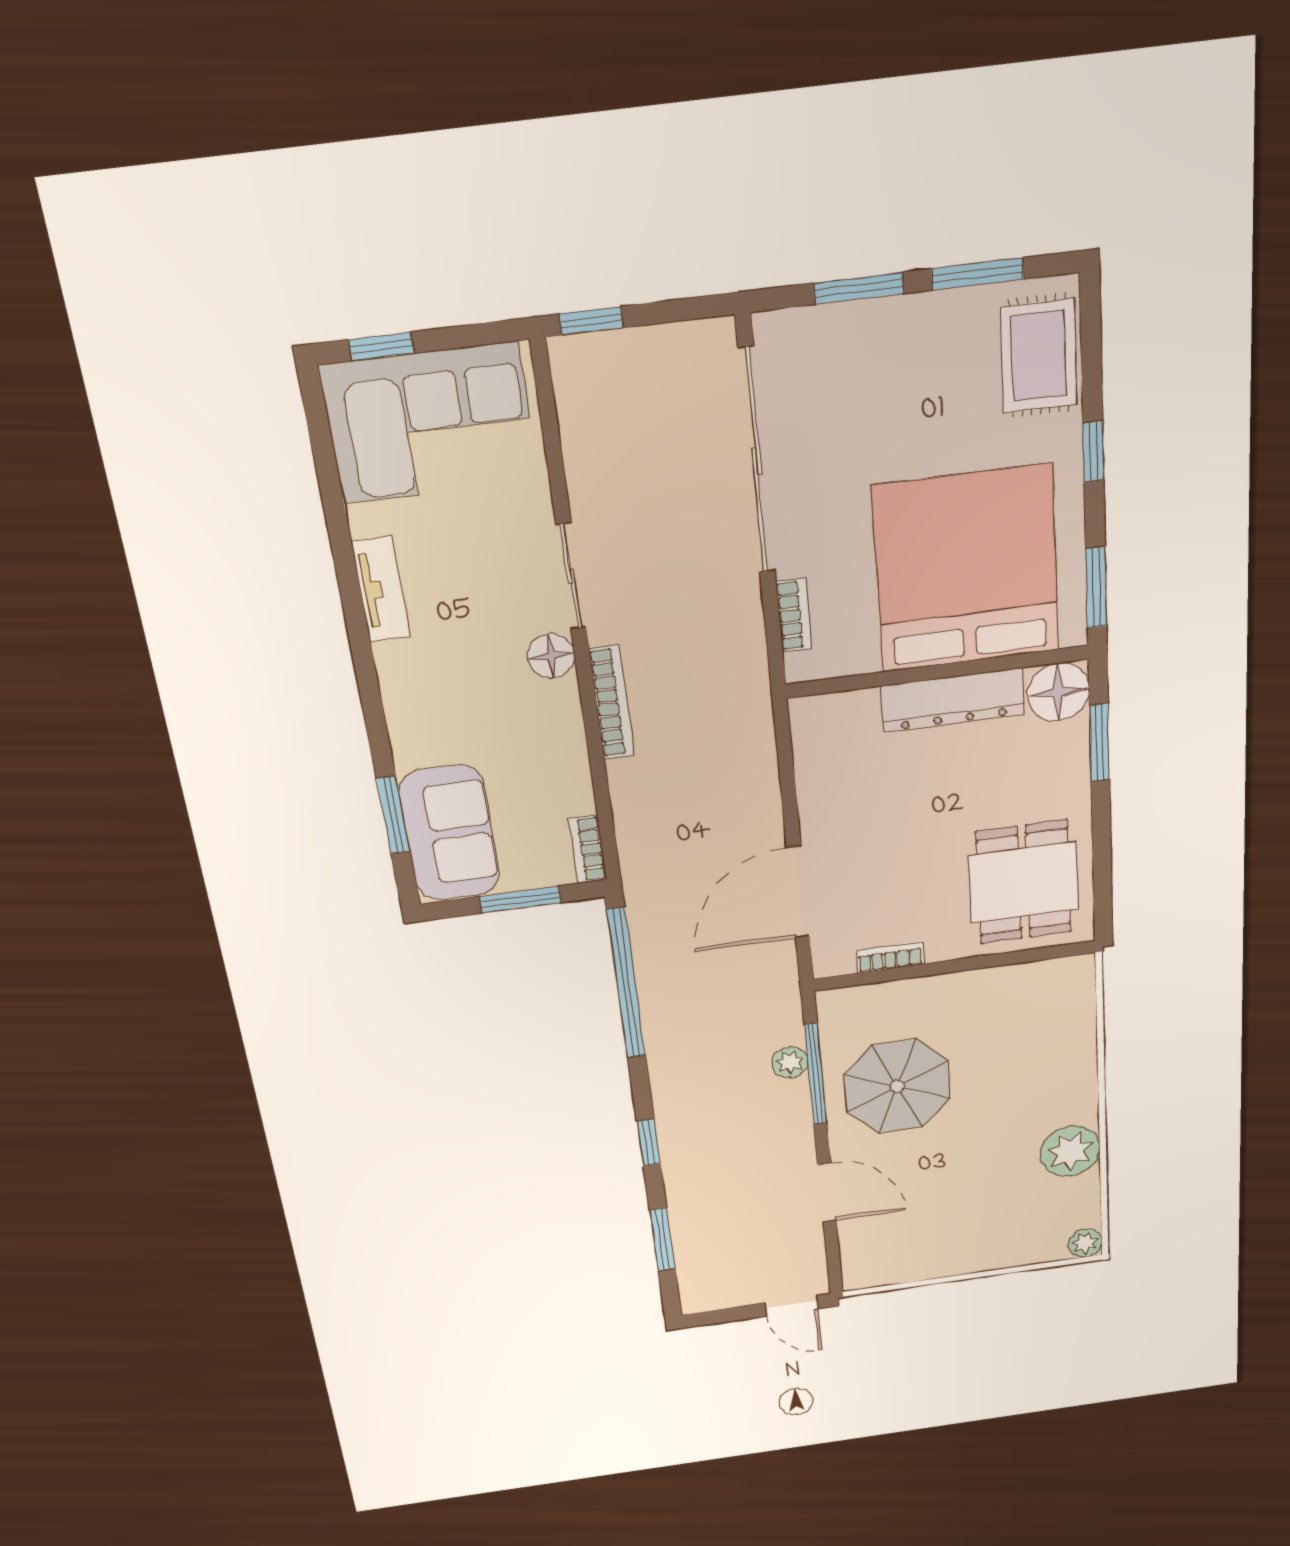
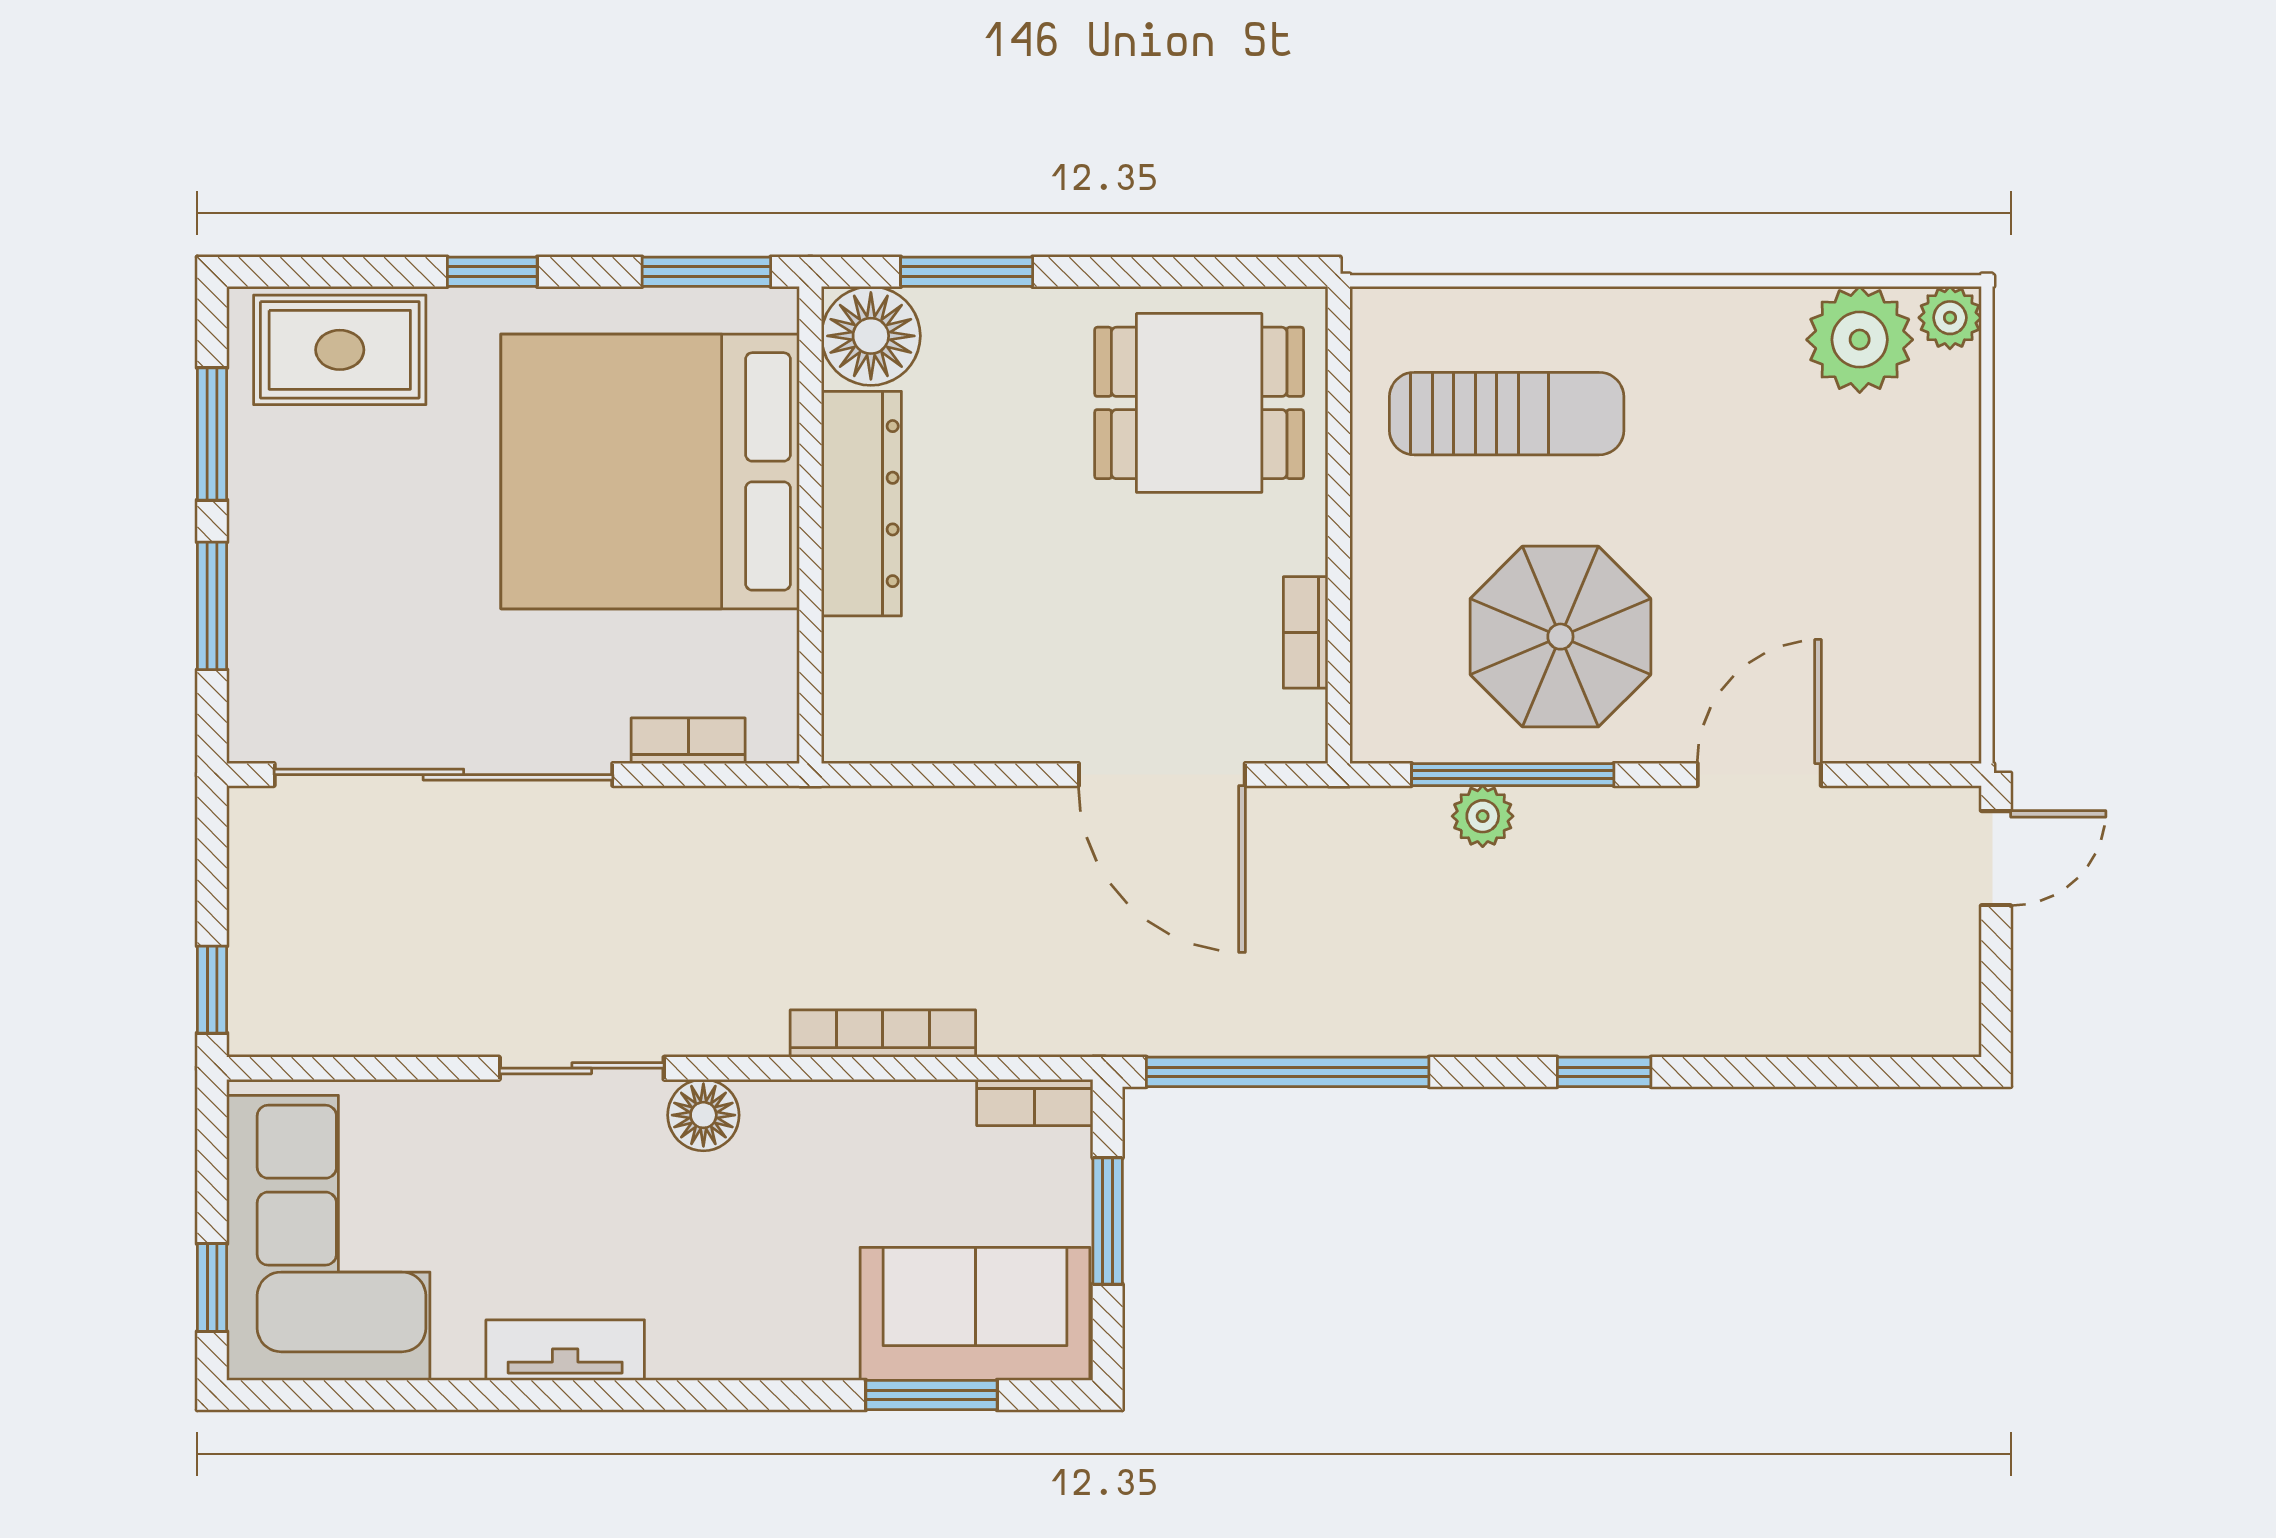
bookcase: (612, 702) -> (883, 1034), moved
sun lounger: (1024, 1042) -> (1507, 414), added
plant: (1070, 1151) -> (1860, 340), moved
window: (662, 1239) -> (1810, 1072), removed

